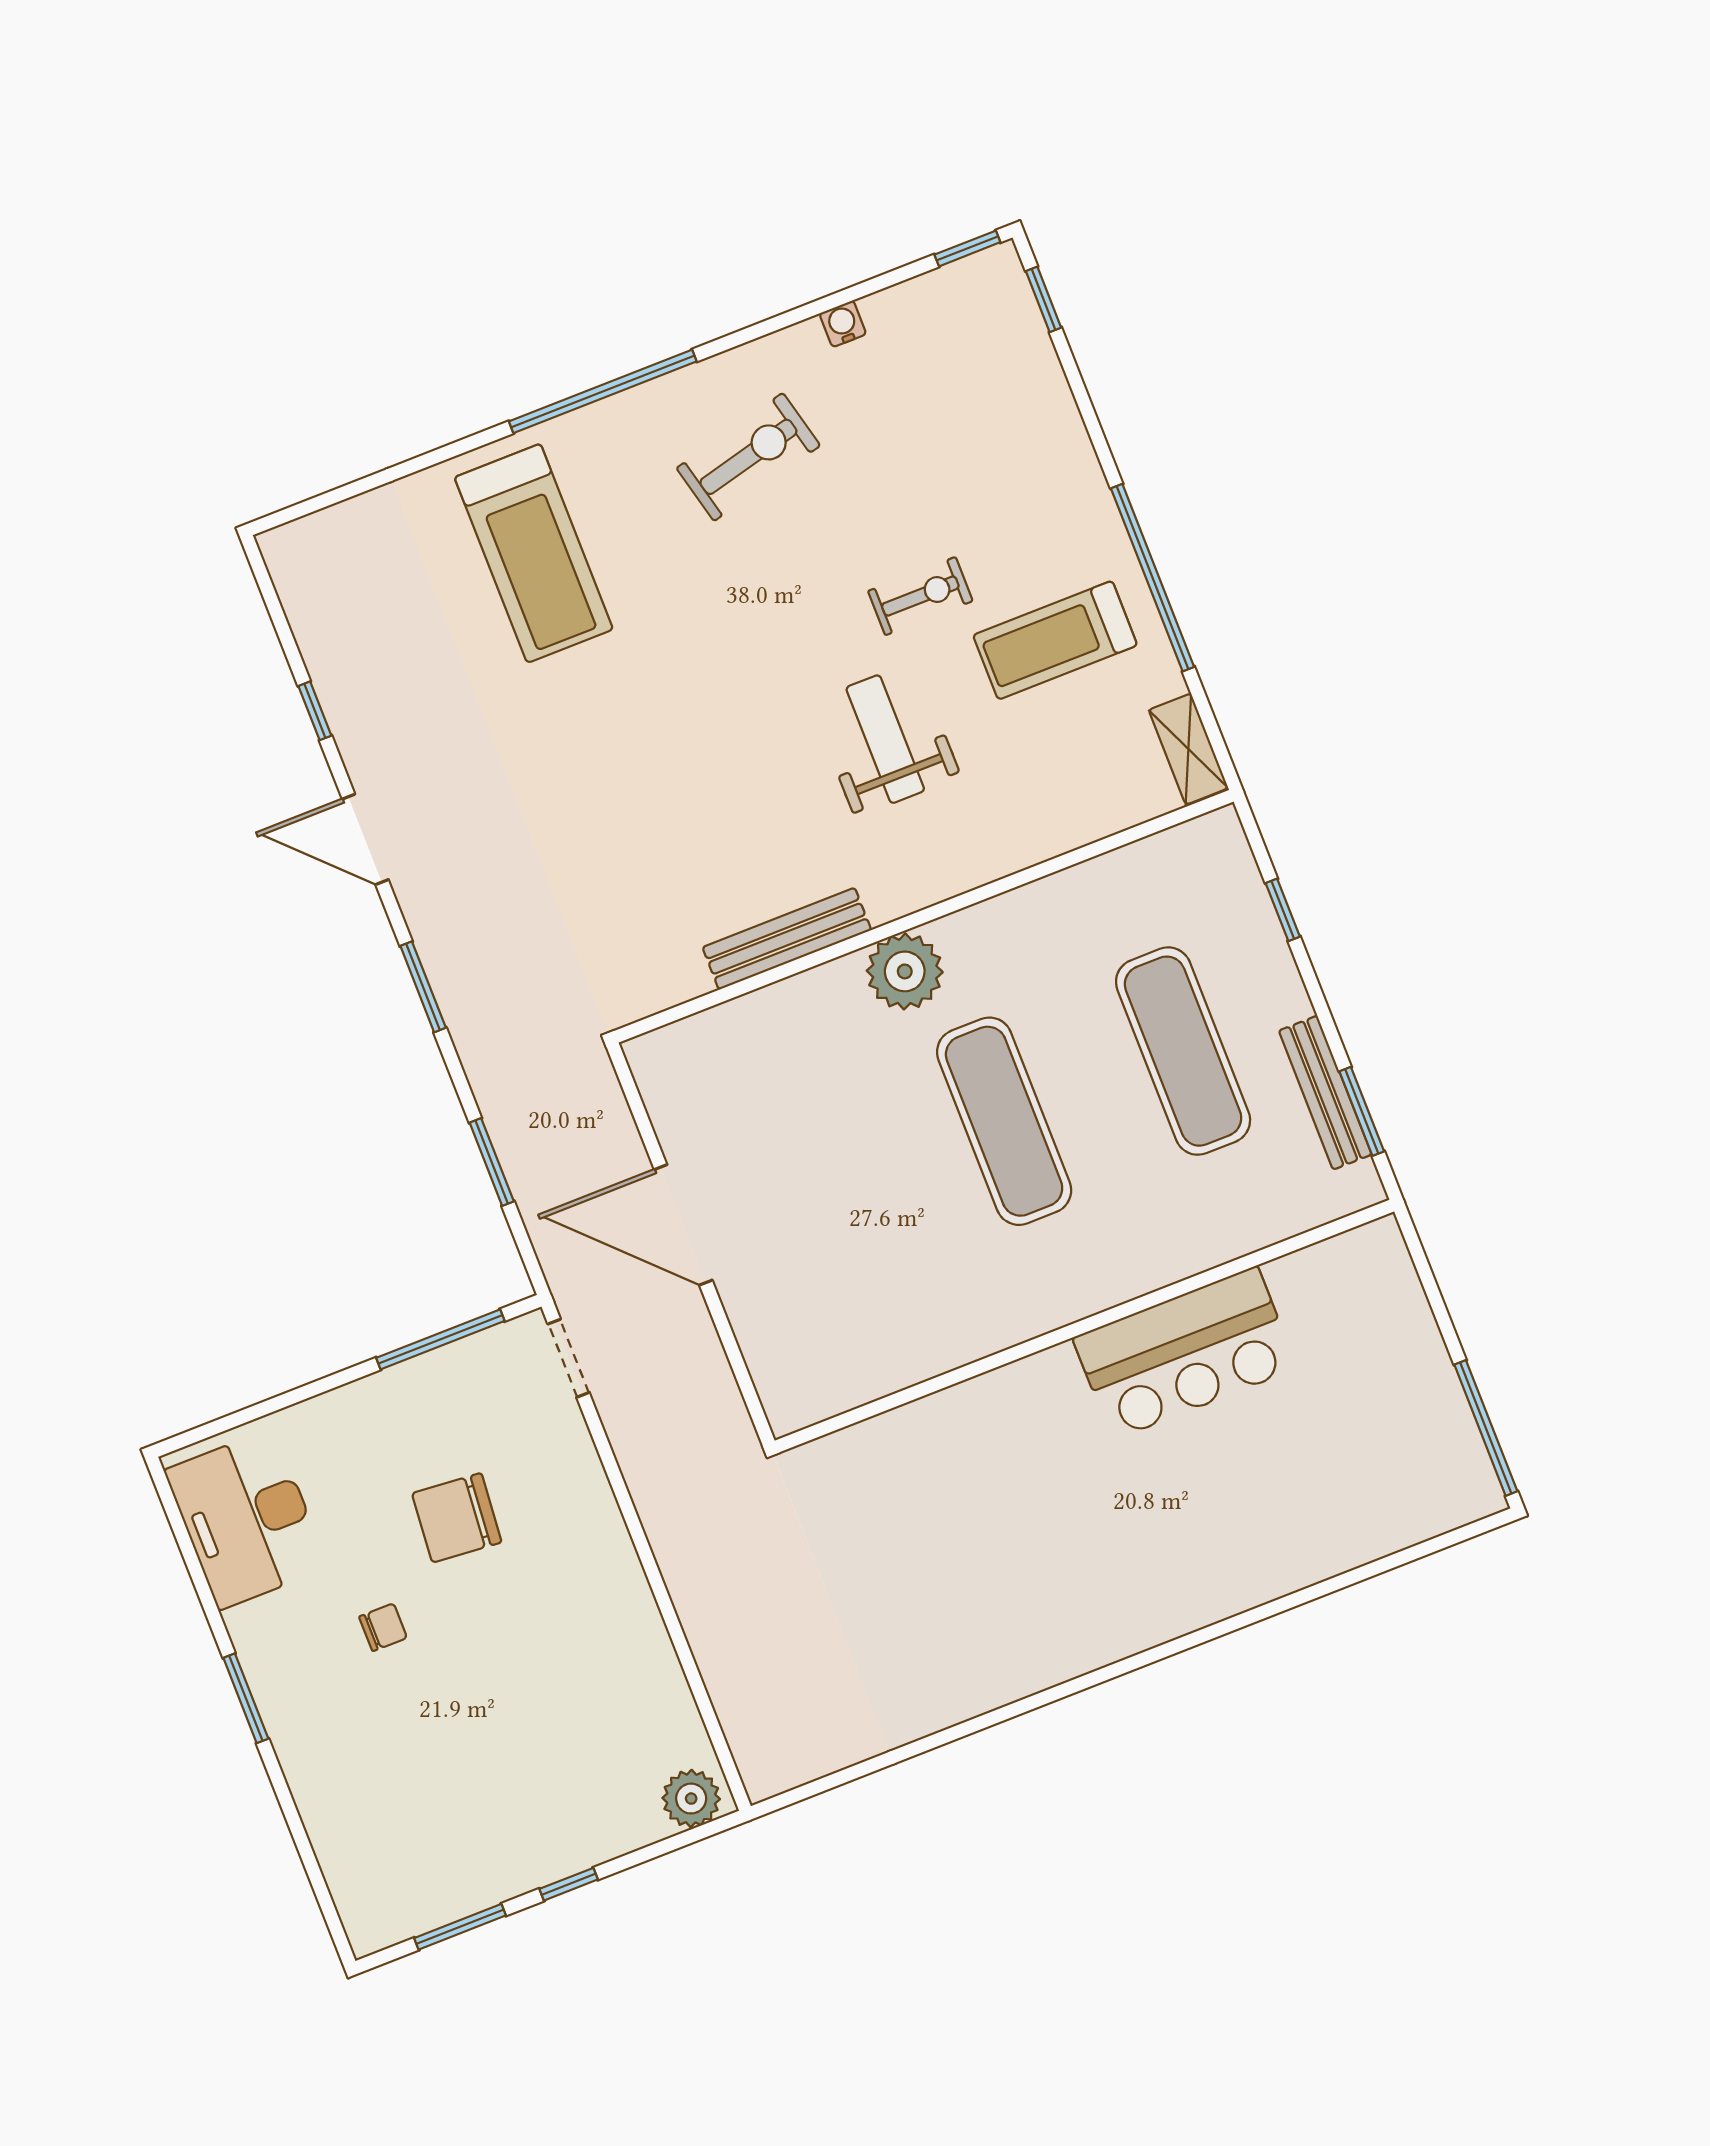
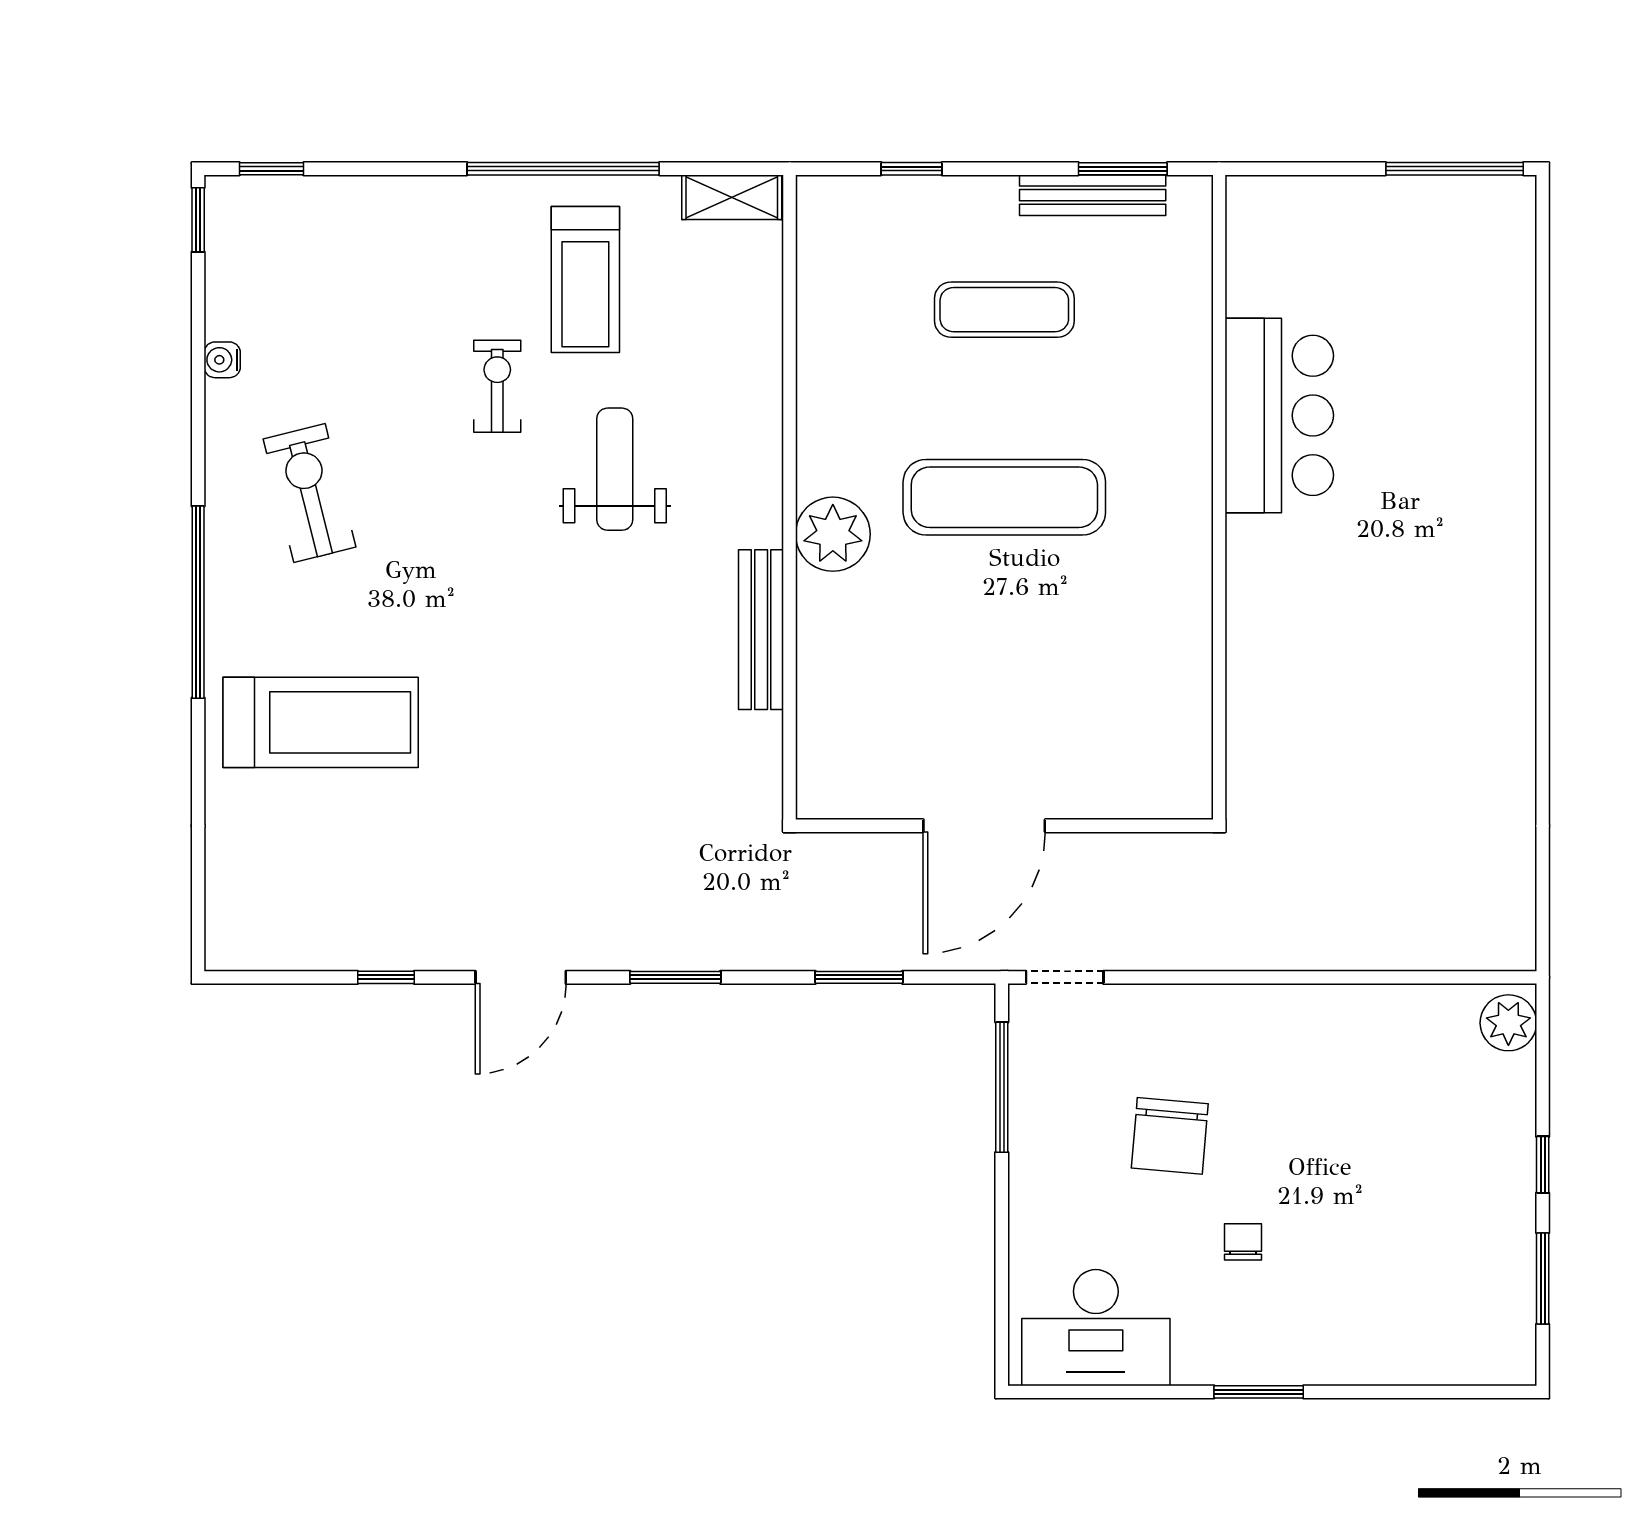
weight bench: (885, 739) -> (615, 469), turned 90
exercise mat: (1183, 1051) -> (1004, 310), width x0.73, depth x0.69

